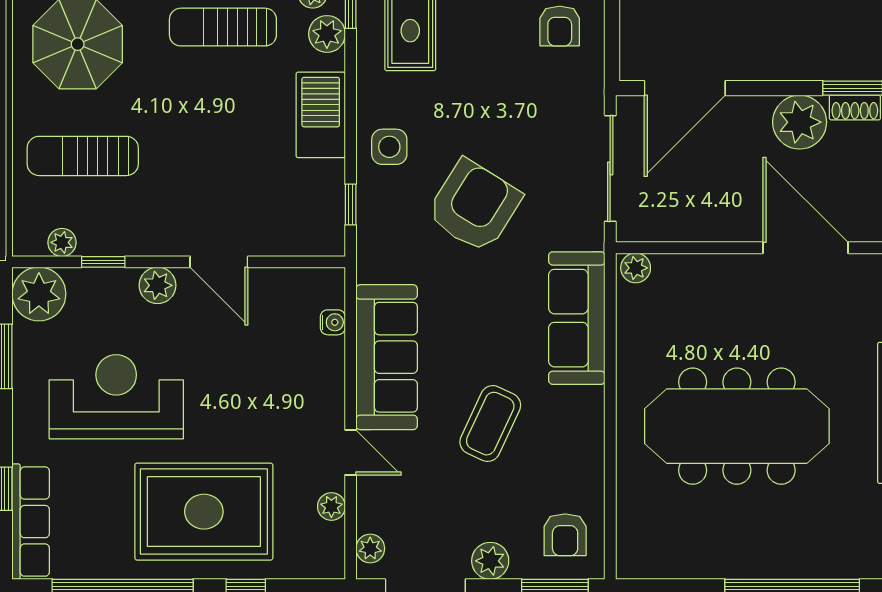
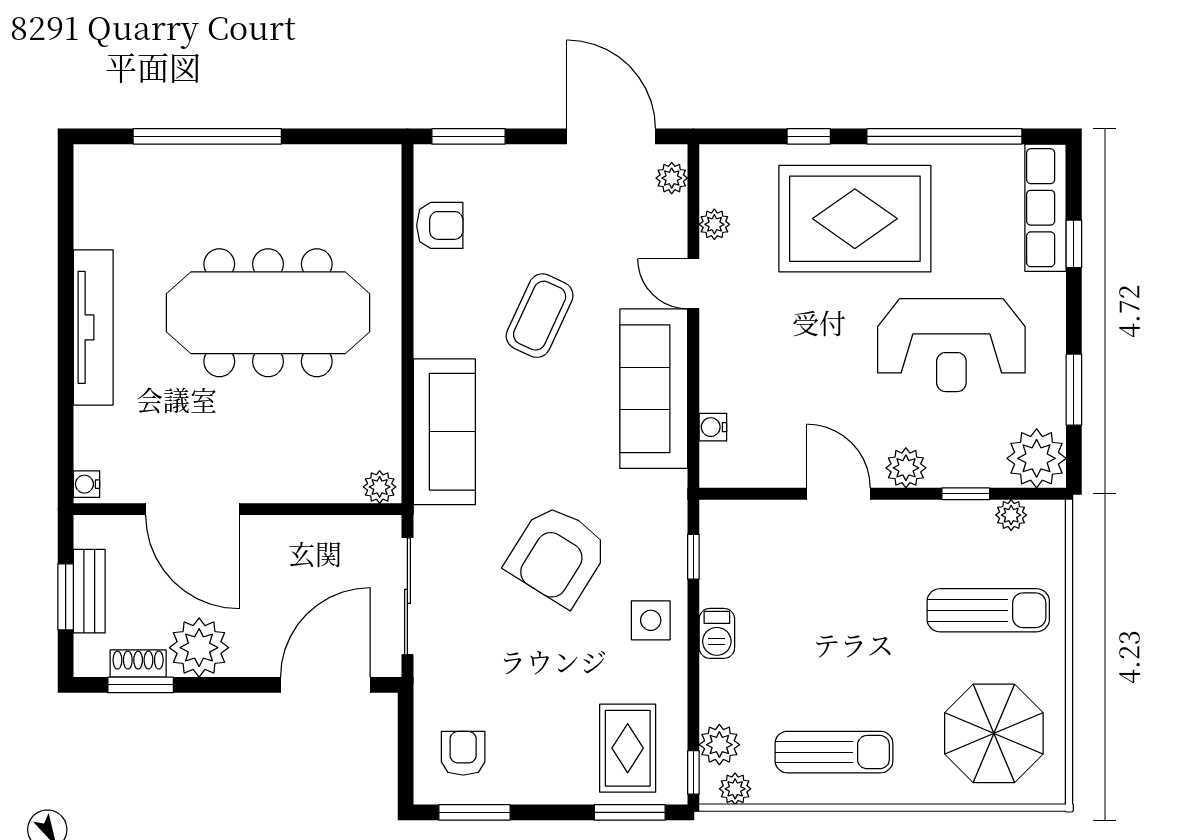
barbecue: (321, 115) -> (717, 633), width x0.53, depth x0.65
armchair: (565, 535) -> (440, 225), moved, turned 90
plant: (490, 561) -> (540, 165), removed

